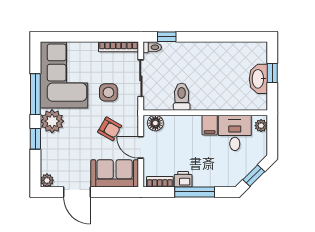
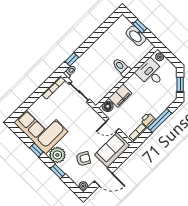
side table: (108, 92) -> (71, 114), removed
window: (35, 94) -> (36, 150), width x0.46
toilet: (182, 97) -> (122, 67), moved
filing cabinet: (210, 125) -> (120, 96), moved, width x2.00
armchair: (110, 129) -> (83, 159), moved

